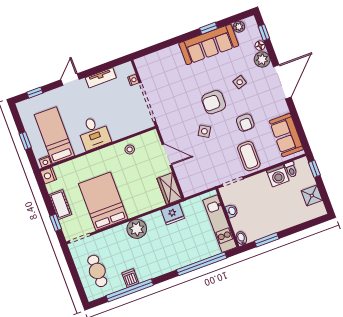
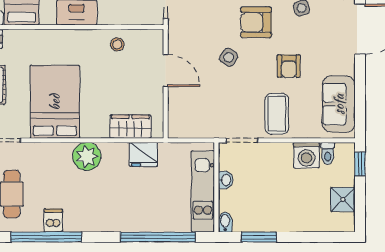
wardrobe: (169, 189) -> (130, 127), moved, turned 90

